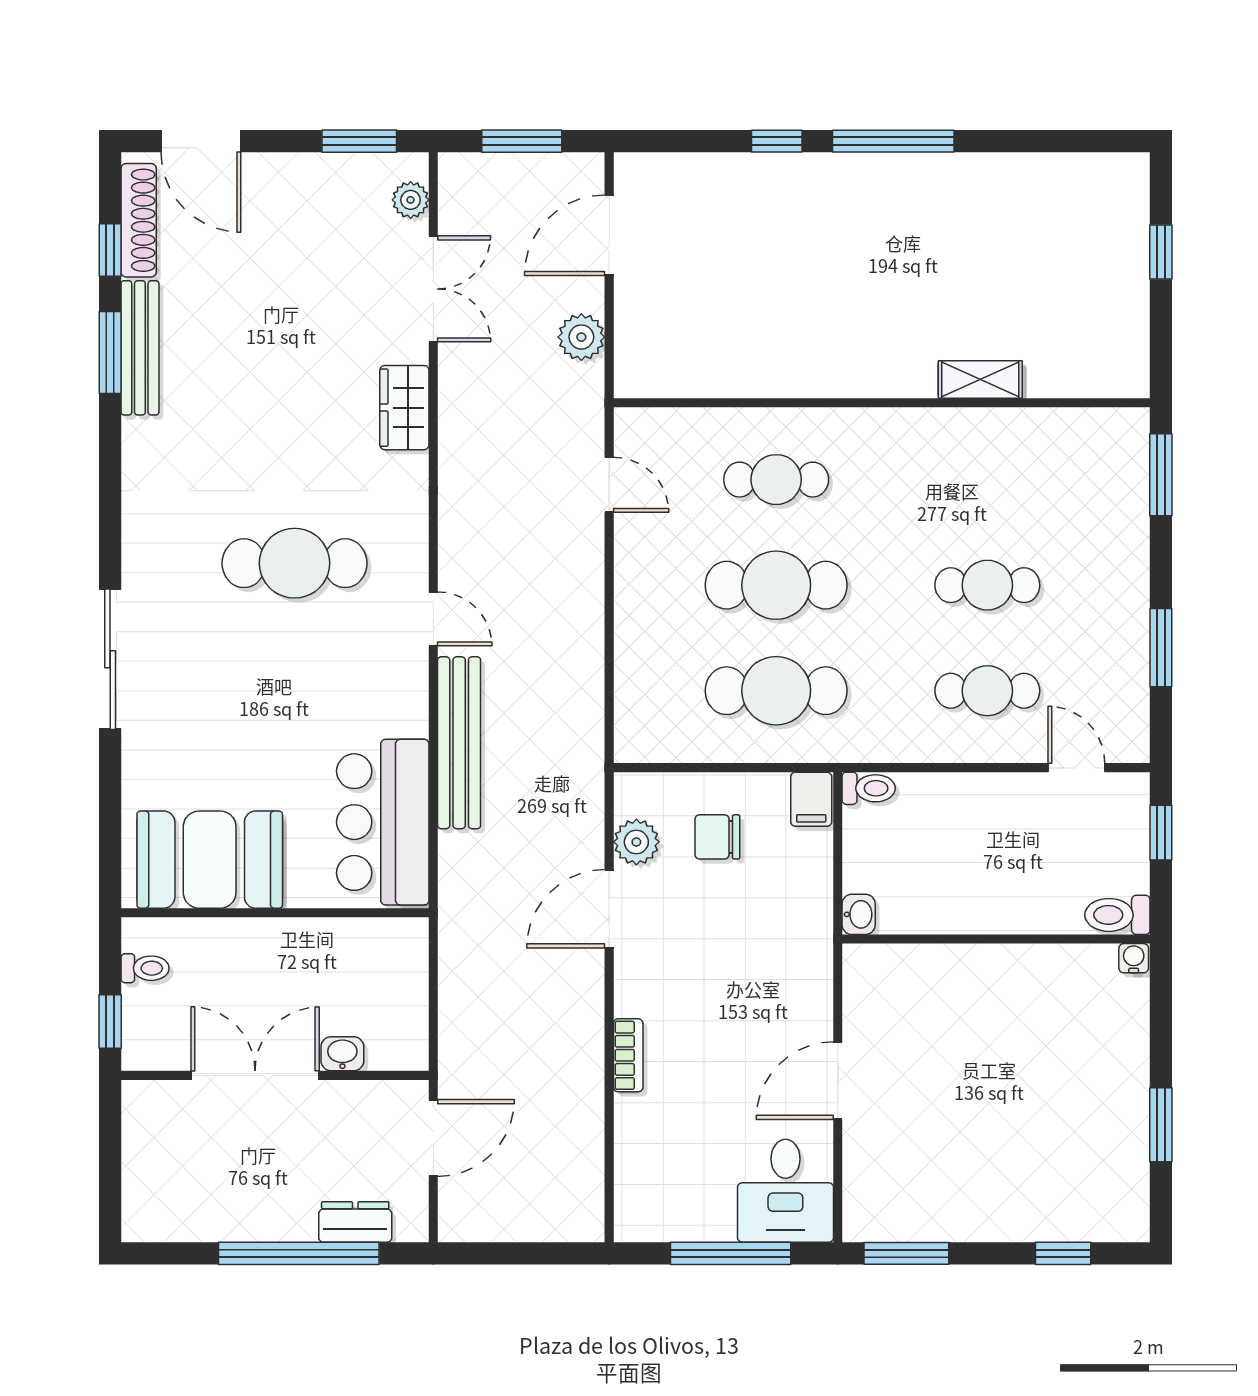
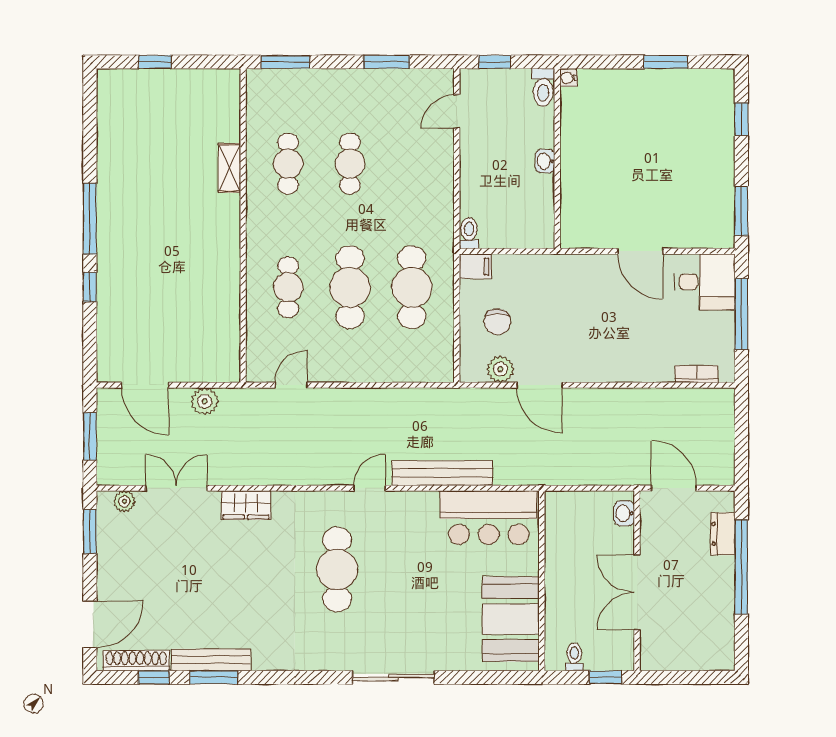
cafe table: (987, 691) -> (288, 164), moved
washbasin: (859, 914) -> (545, 161), moved, turned -90
washbasin: (342, 1054) -> (624, 513), moved
bookcase: (628, 1055) -> (696, 374), moved

